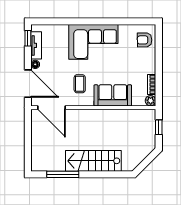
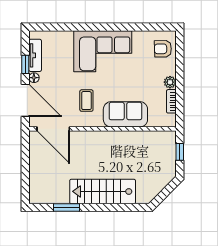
window: (28, 38) -> (25, 64), moved
plant: (151, 101) -> (170, 82), moved
window: (63, 174) -> (66, 207), width x0.69

